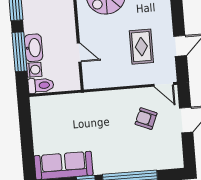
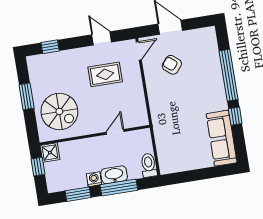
washing machine: (34, 70) -> (94, 179), moved
armchair: (146, 119) -> (172, 65), turned 107

